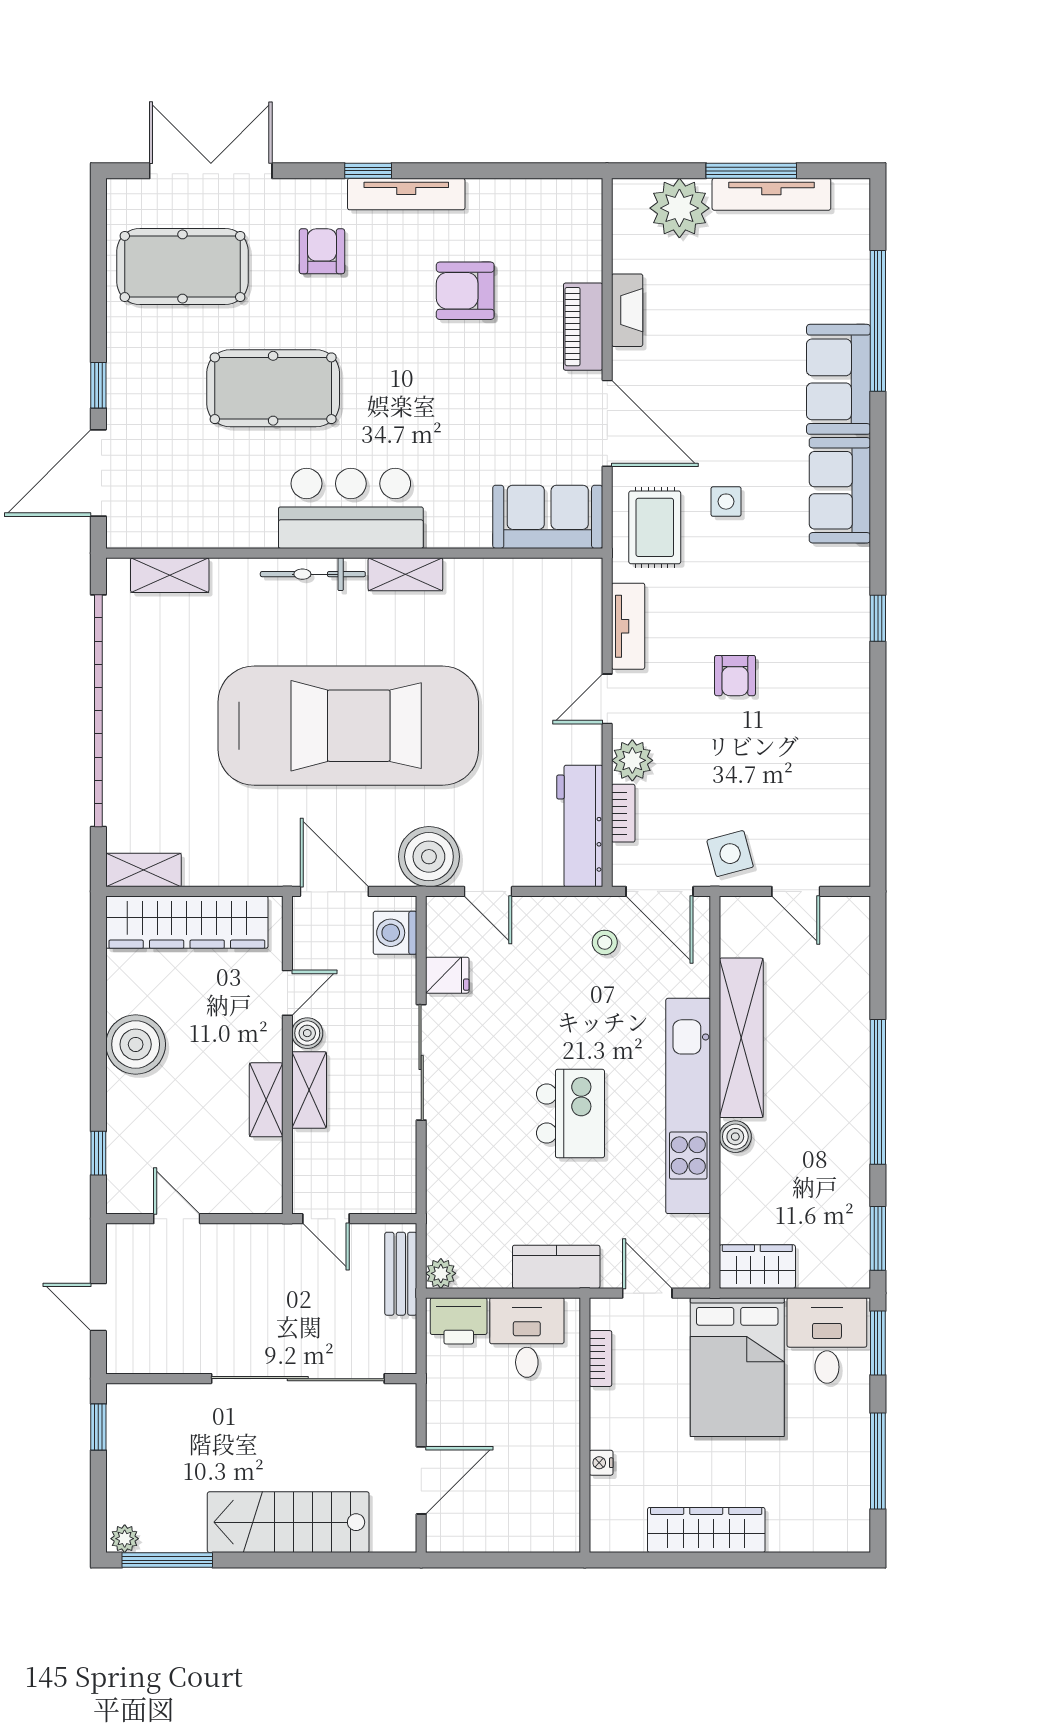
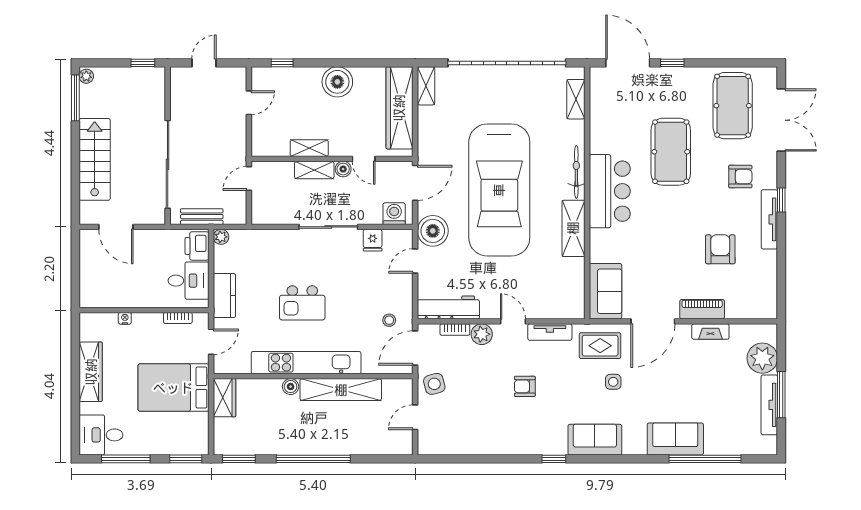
sofa: (840, 490) -> (595, 440), moved
shelving: (405, 574) -> (573, 228), width x1.50, depth x1.33
bench: (401, 1274) -> (202, 217), moved
desk: (827, 1340) -> (101, 435), moved, turned 180

